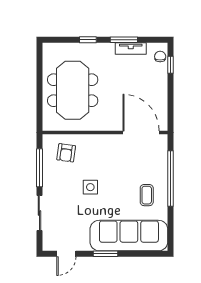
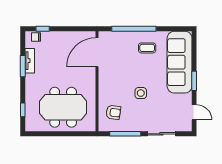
window: (88, 40) -> (23, 110), moved

